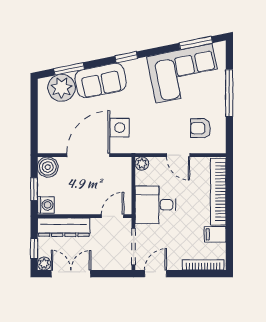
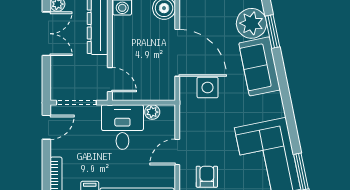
window: (126, 57) -> (285, 95), removed
plant: (142, 164) -> (152, 112), moved
door: (156, 274) -> (46, 127), hinge flipped

